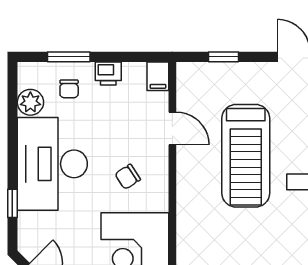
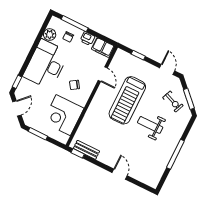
window: (69, 57) -> (75, 24), width x1.44
filing cabinet: (158, 76) -> (103, 48), width x2.00
window: (12, 203) -> (17, 82), moved

